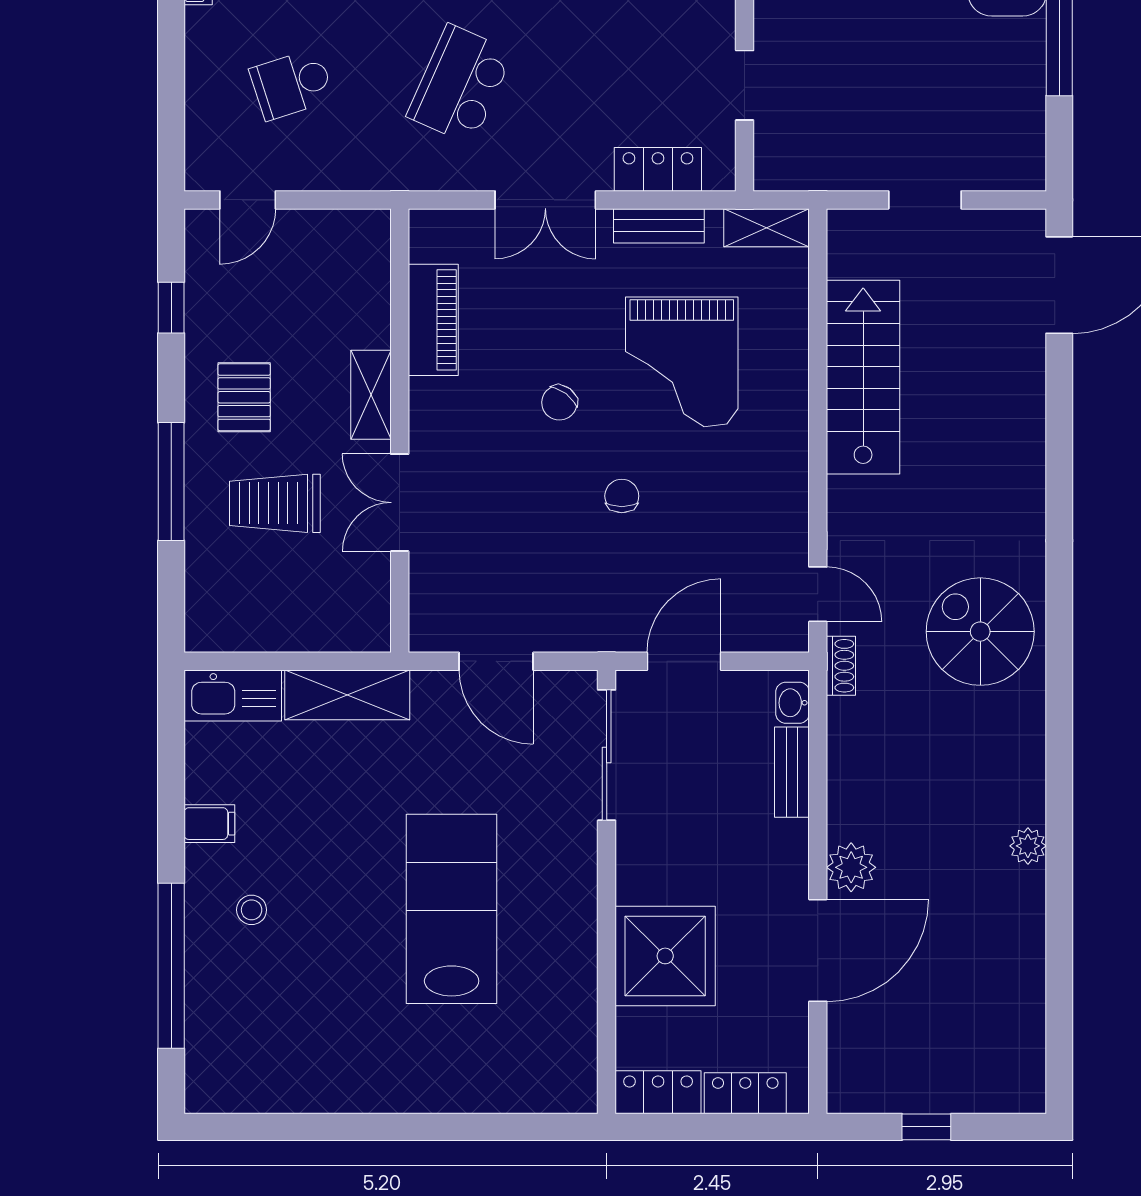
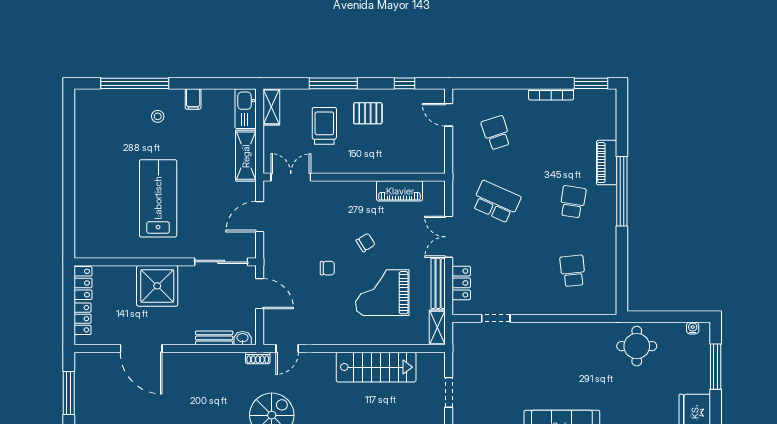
bench: (659, 226) -> (438, 283), width x1.36
shelving: (371, 395) -> (271, 107), moved, turned 90
chair: (559, 403) -> (366, 243), turned 111
double door: (400, 503) -> (291, 177), moved
plant: (851, 867) -> (175, 362), removed
lab bench: (452, 909) -> (158, 198), turned -90
shower: (665, 956) -> (157, 286), moved
window: (926, 1127) -> (69, 393), width x2.17

